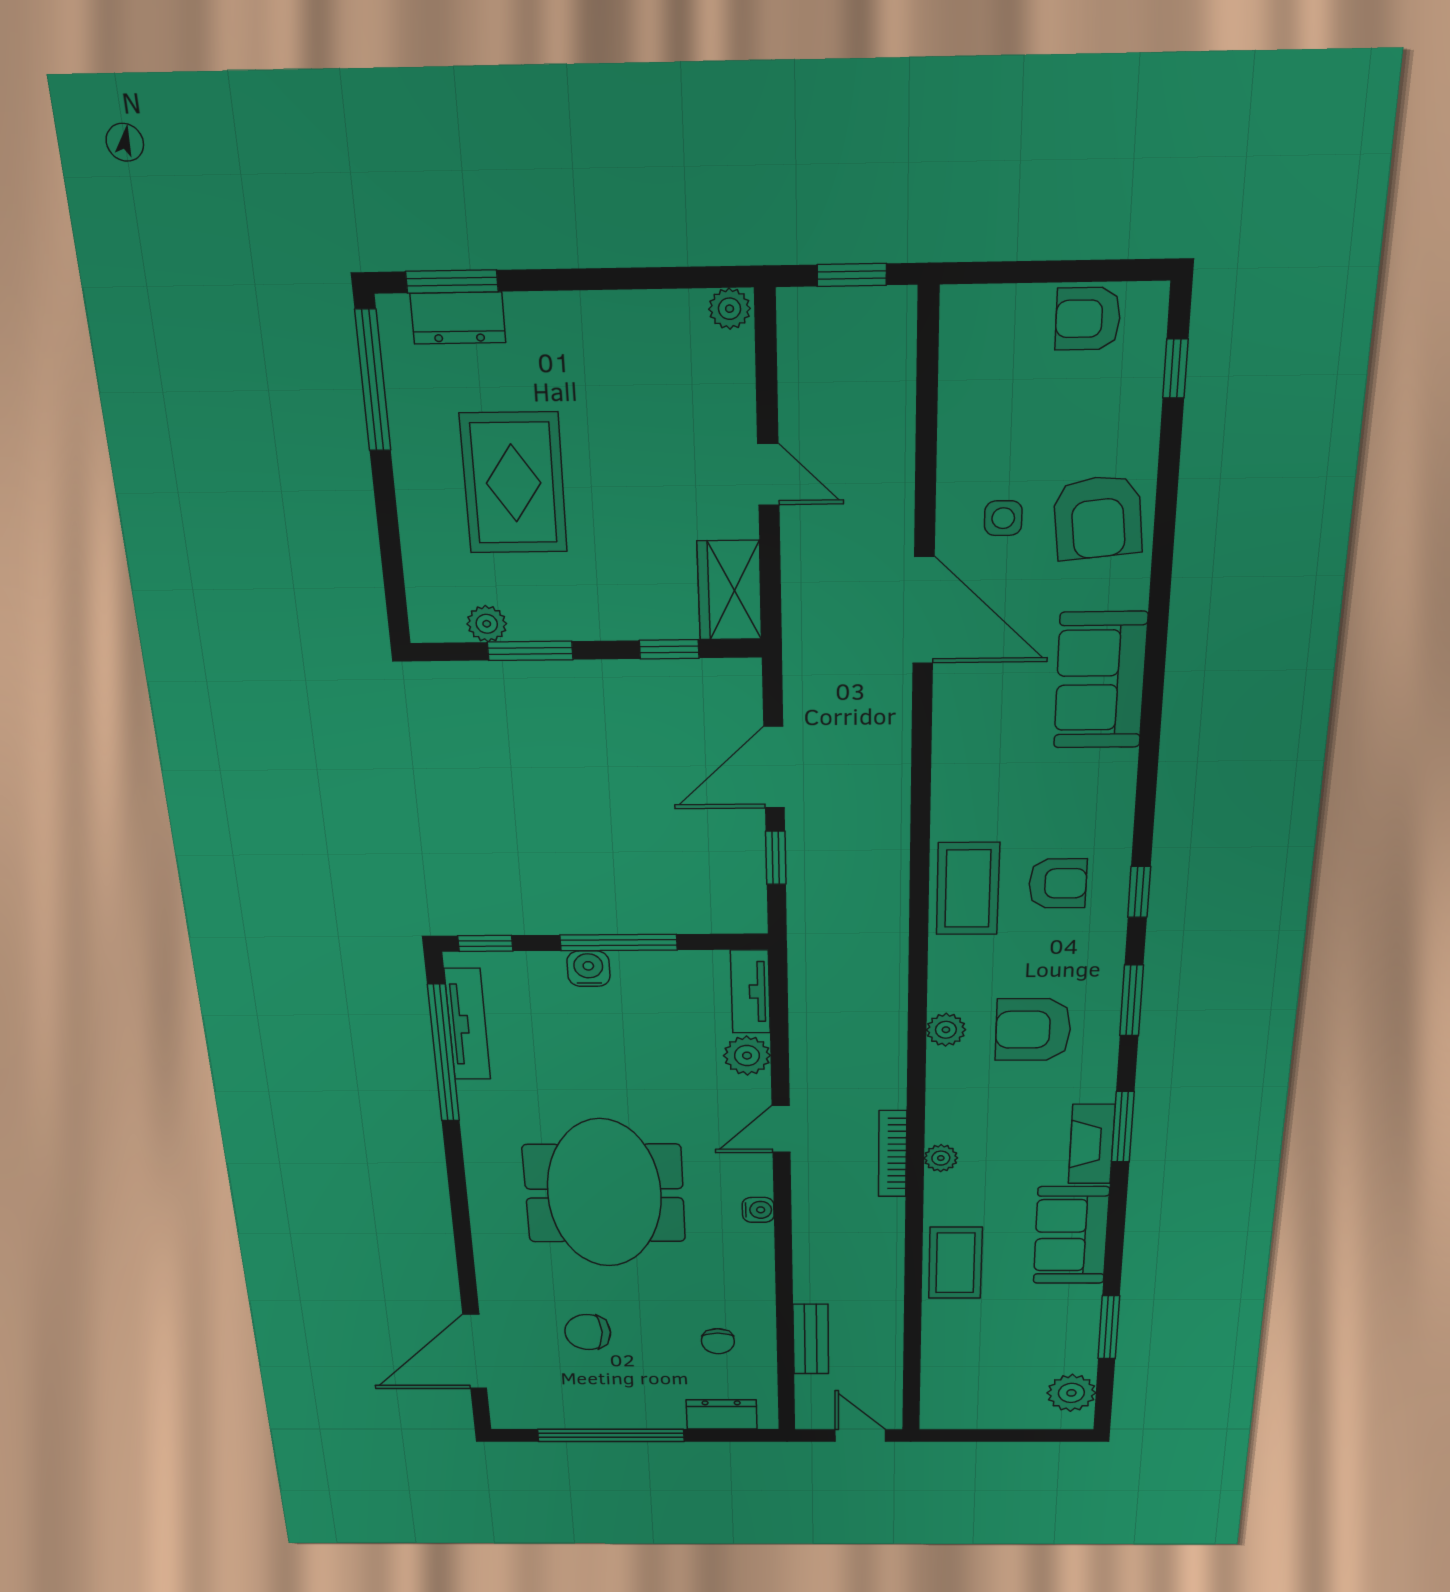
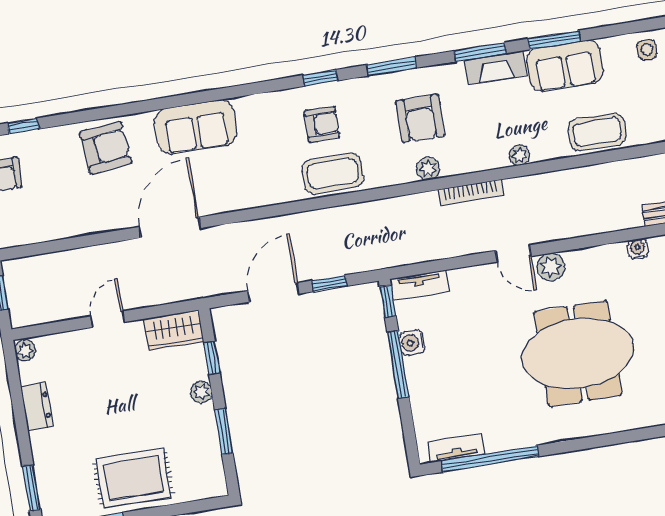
dresser: (458, 318) -> (37, 407), moved
rug: (514, 483) -> (133, 478), moved
side table: (1003, 518) -> (647, 50), moved
plant: (487, 624) -> (201, 392), moved
door: (774, 767) -> (273, 292), swing flipped
armchair: (1058, 883) -> (322, 124), turned 90
window: (485, 943) -> (388, 301), moved
water cooler: (588, 969) -> (412, 343), moved
tv unit: (467, 1024) -> (456, 448), width x0.71
plant: (747, 1056) -> (551, 267), moved
bookcase: (893, 1154) -> (471, 192), moved
water cooler: (758, 1210) -> (638, 249), moved
window: (1109, 1327) -> (554, 40), moved

